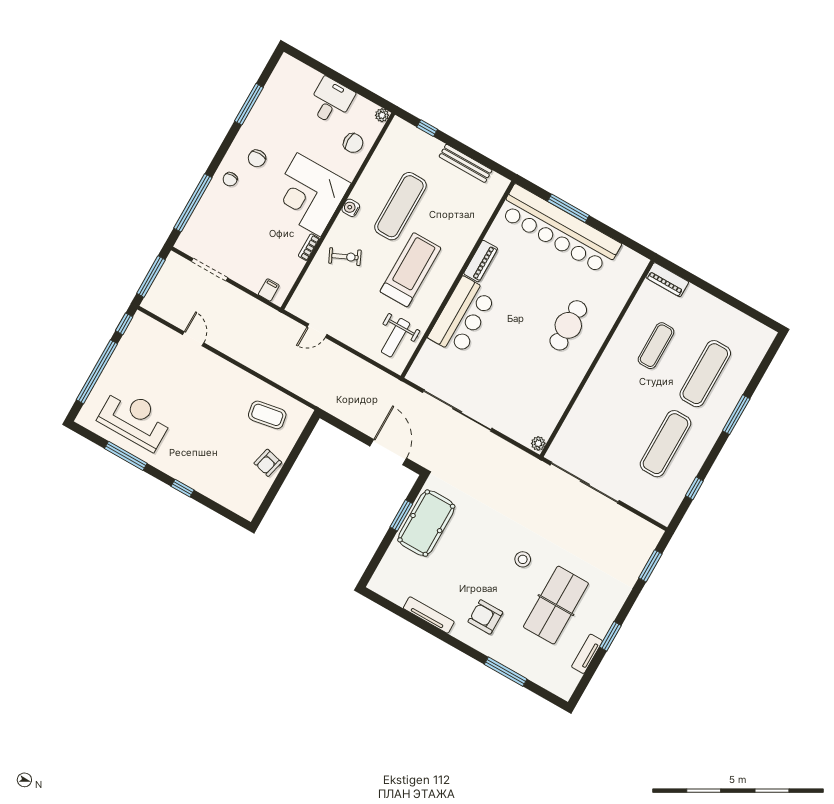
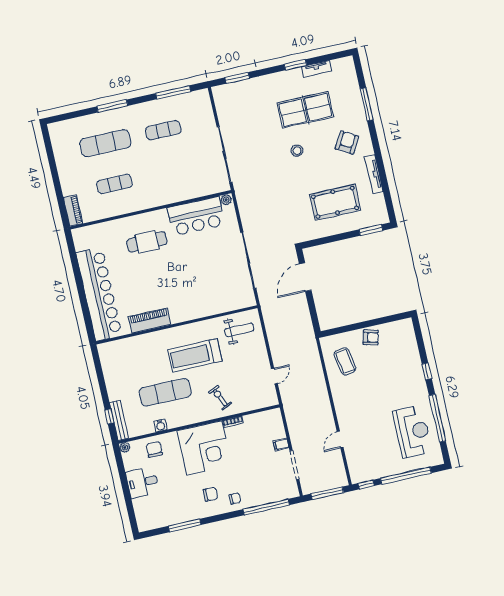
bench: (466, 163) -> (119, 420), moved
water cooler: (351, 208) -> (160, 425), moved
window: (568, 208) -> (83, 300), removed
piano: (481, 261) -> (150, 321), width x1.37, depth x1.33
filing cabinet: (269, 290) -> (281, 444), moved
bar counter: (462, 316) -> (196, 216), moved, turned 180
door: (317, 331) -> (274, 376), hinge flipped
reception desk: (135, 419) -> (413, 432), turned 180
exercise mat: (666, 444) -> (163, 130), width x0.73, depth x0.69
window: (126, 456) -> (437, 418), width x1.46
window: (694, 488) -> (173, 92), width x2.17
window: (401, 515) -> (371, 230), moved
pool table: (426, 523) -> (335, 202), moved
armchair: (485, 617) -> (347, 142), turned -150

